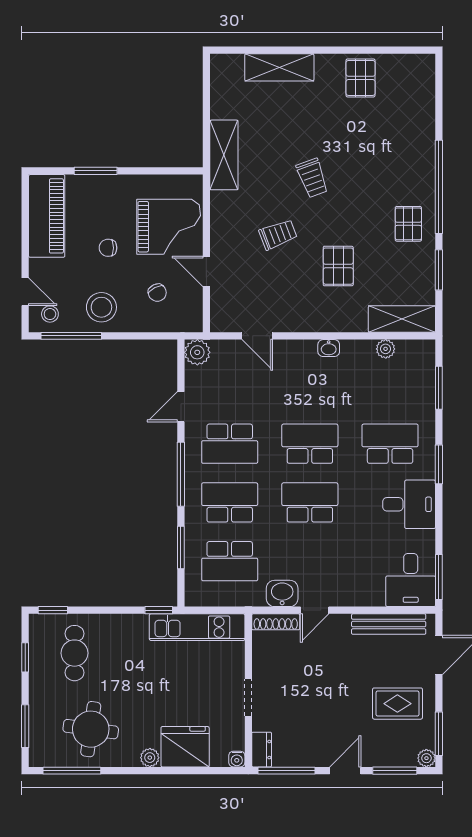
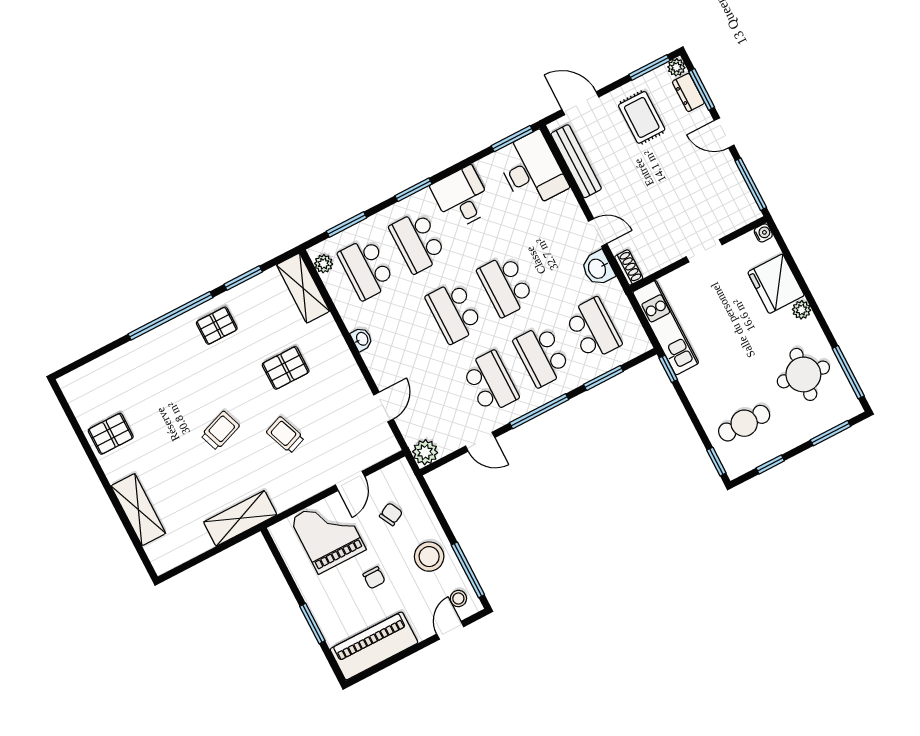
plant: (386, 349) -> (324, 264), moved
school desk: (390, 385) -> (366, 269), added
desk: (411, 580) -> (532, 170), width x1.37
shoe rack: (276, 622) -> (629, 267), width x0.70
dresser: (262, 750) -> (688, 92), moved, turned -90

